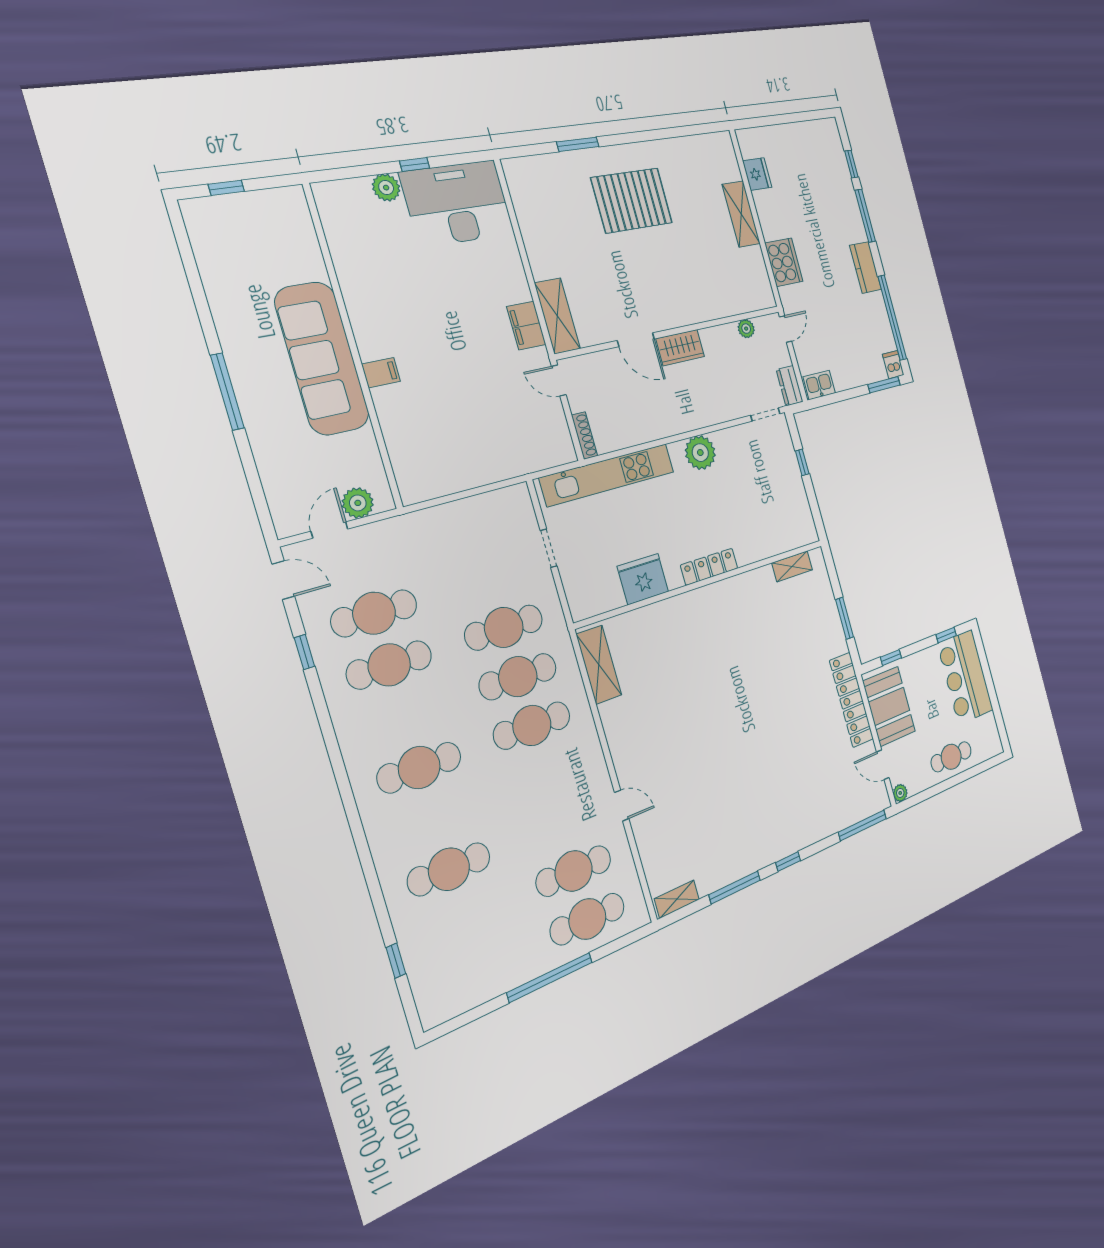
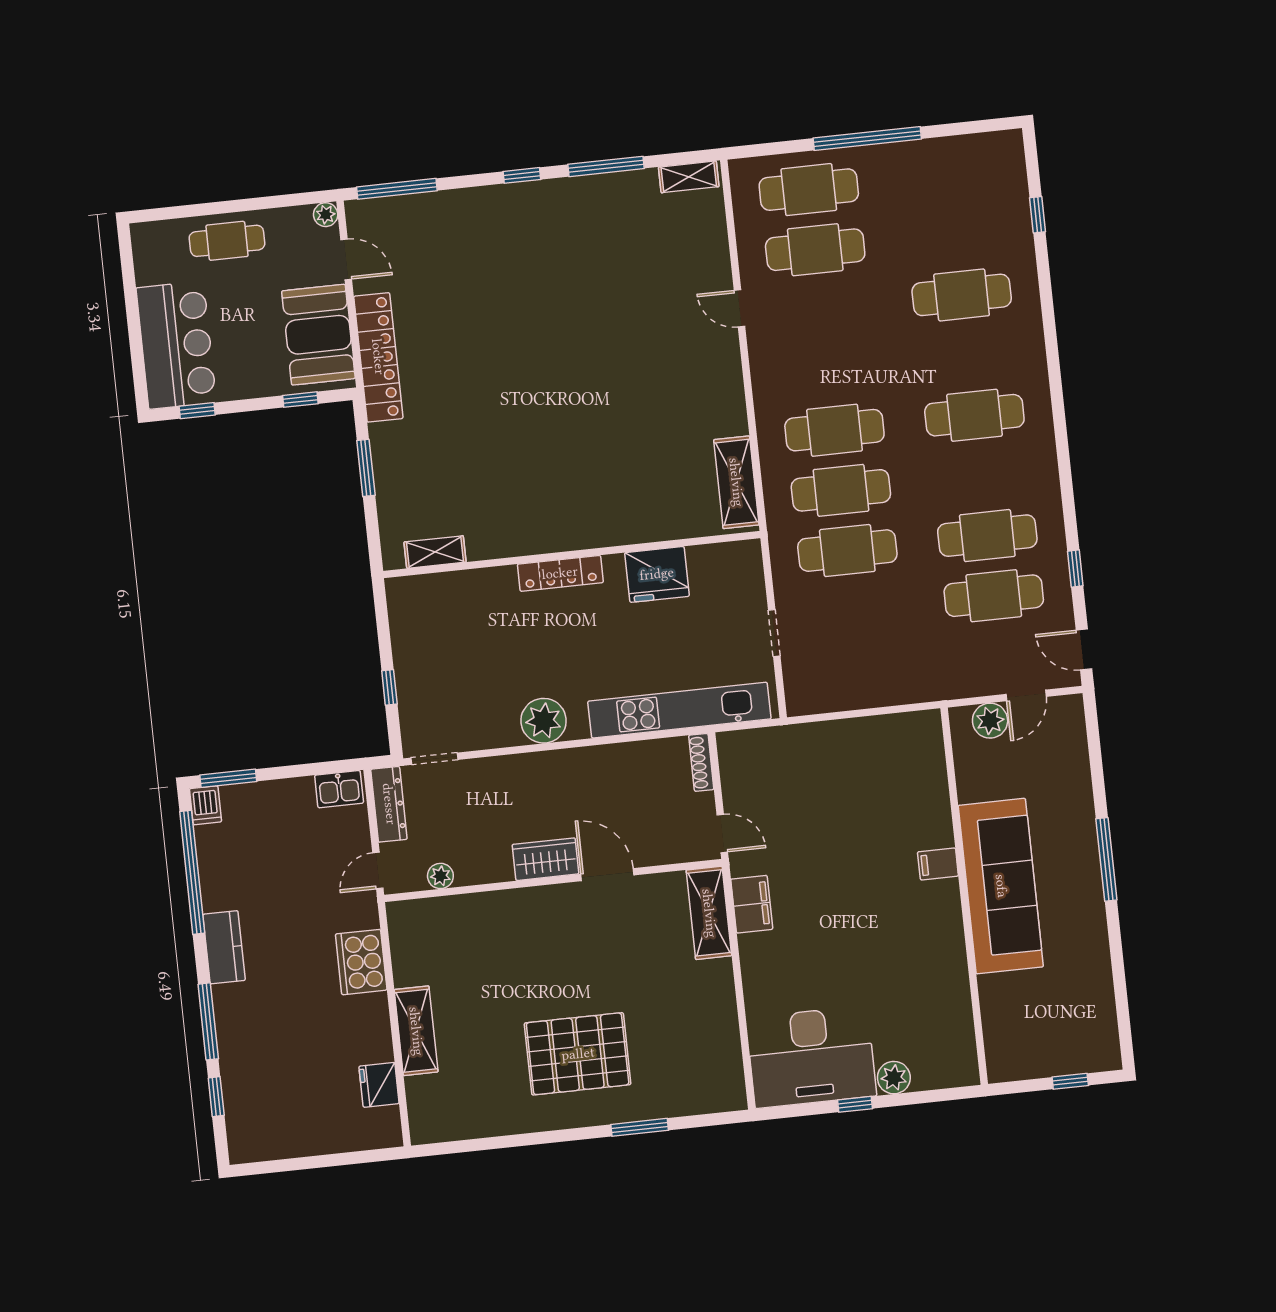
dresser: (790, 386) -> (389, 804), width x1.44

